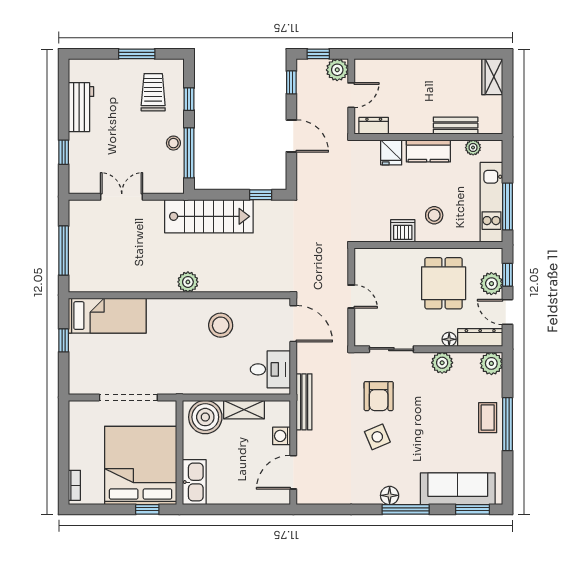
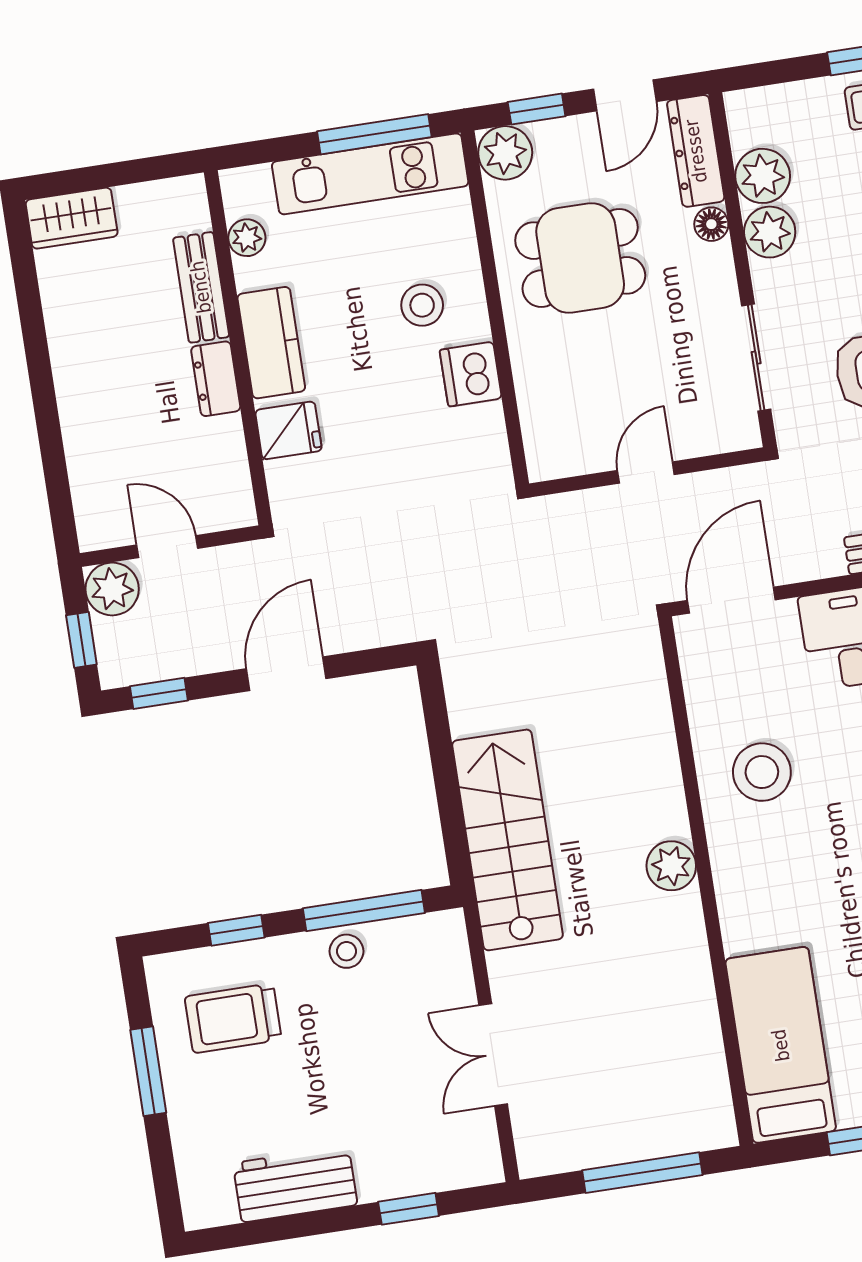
dresser: (374, 126) -> (216, 379), moved
window: (261, 195) -> (437, 725), removed
plant: (491, 284) -> (505, 153), moved
plant: (491, 363) -> (763, 176), moved

